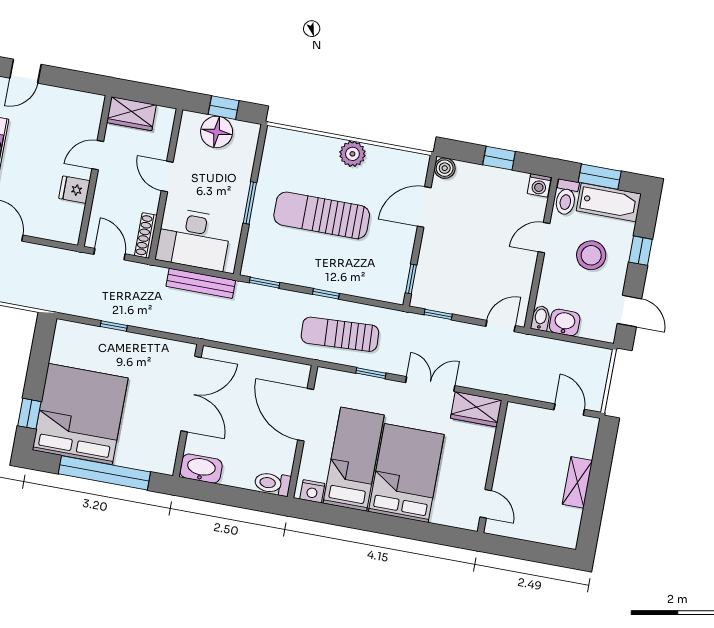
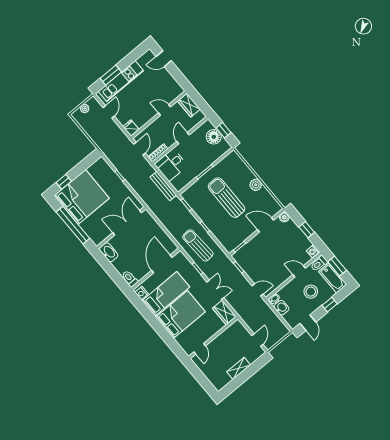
fridge: (74, 190) -> (131, 128), moved
desk: (194, 239) -> (171, 165), width x0.73
double door: (191, 394) -> (127, 223), swing flipped

